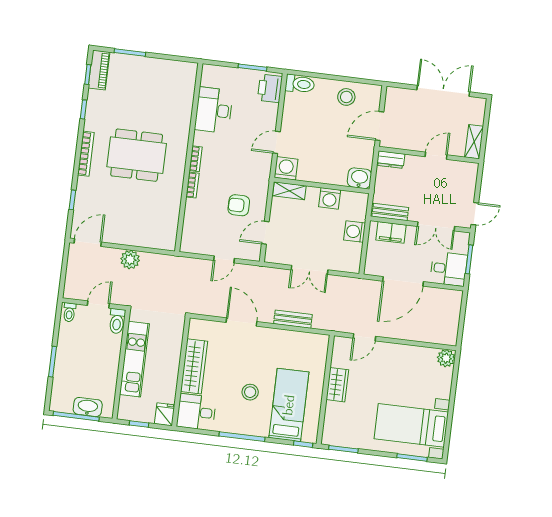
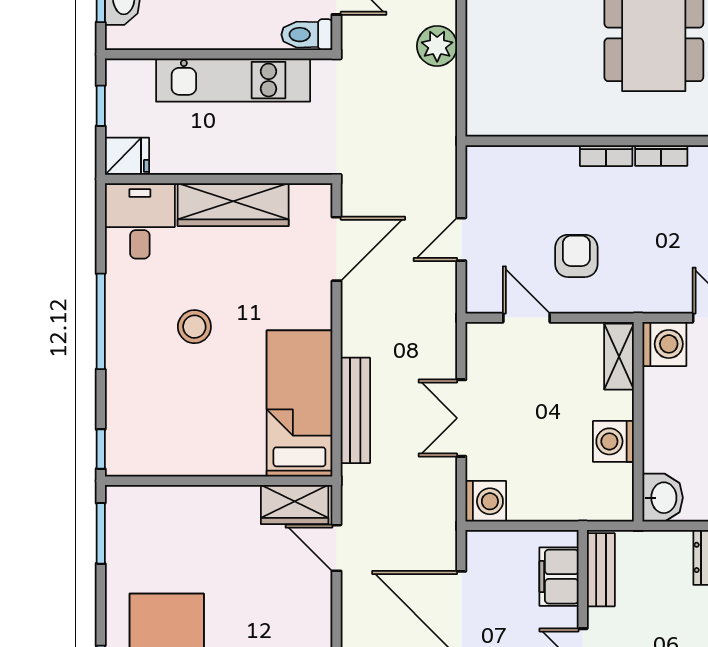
washing machine: (355, 232) -> (486, 501), moved, turned 90
door: (224, 259) -> (461, 239), hinge flipped
bench: (293, 319) -> (355, 410), width x1.36
door: (241, 322) -> (336, 249), moved
wardrobe: (337, 385) -> (295, 504), moved
bed: (289, 405) -> (299, 403), moved, turned -90

